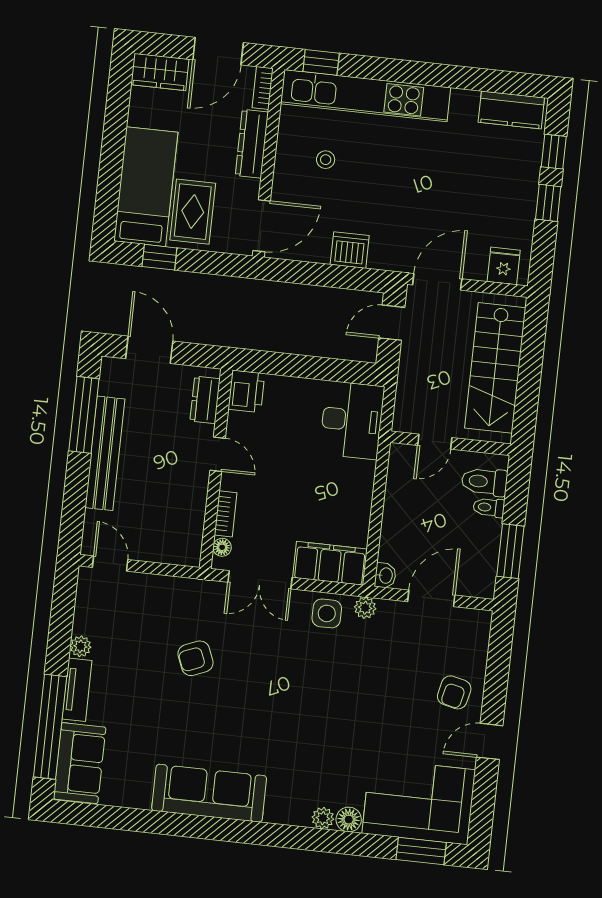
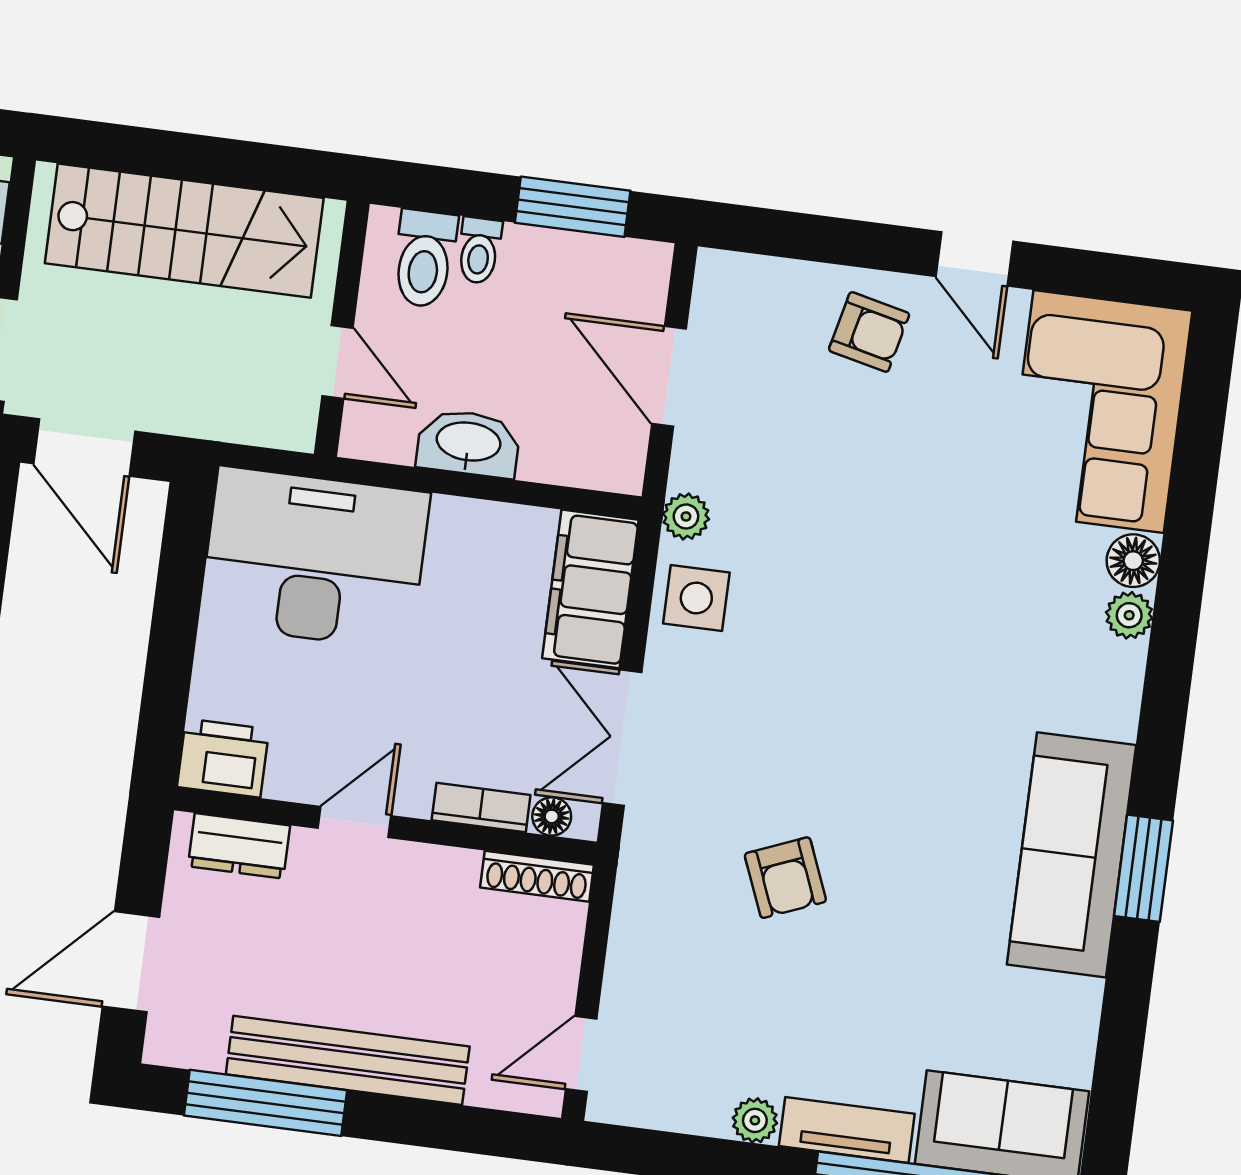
door: (392, 323) -> (84, 447), width x1.38
desk: (352, 420) -> (315, 558), width x1.36, depth x1.30
shoe rack: (194, 541) -> (537, 876), added
washbasin: (385, 576) -> (468, 443), moved, width x1.91, depth x1.45
double door: (260, 580) -> (622, 738), swing flipped
window: (421, 851) -> (1143, 868), moved

